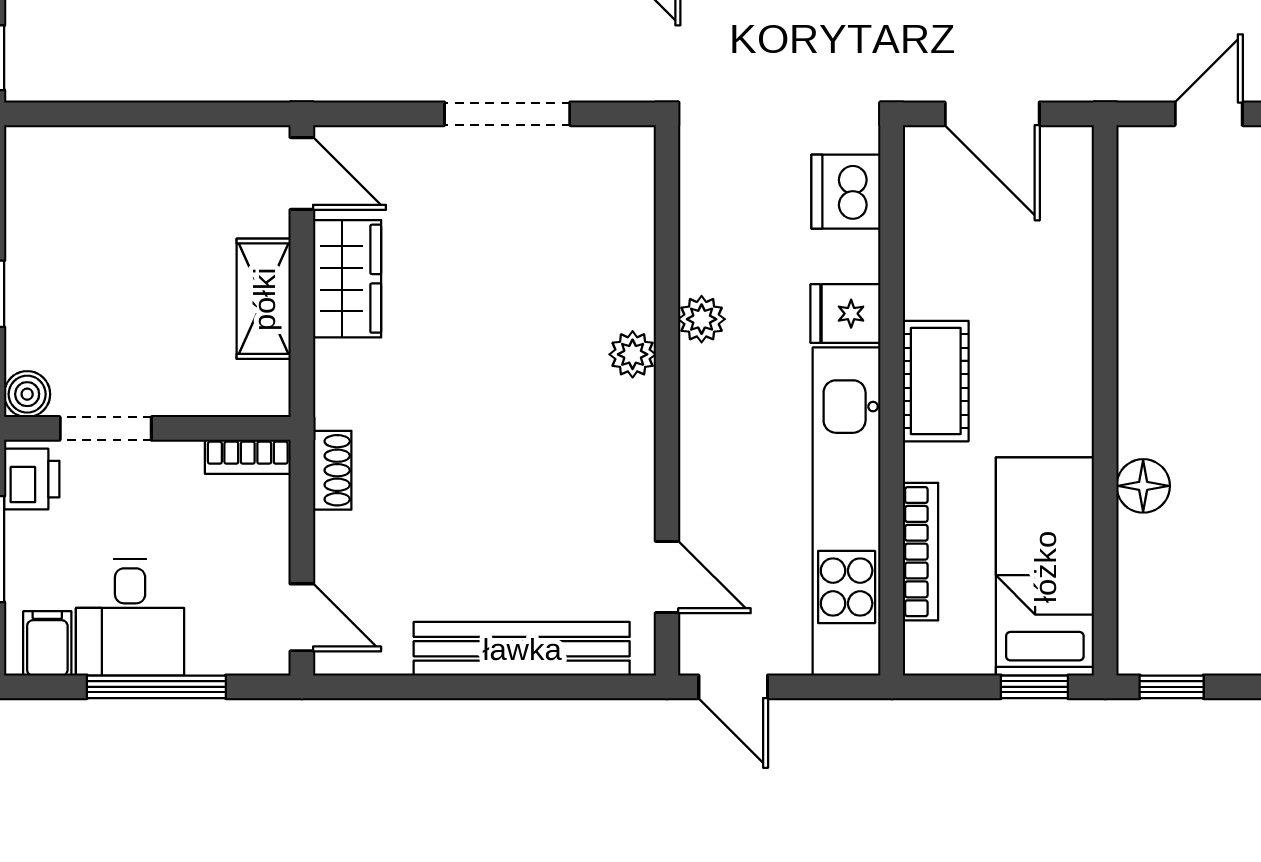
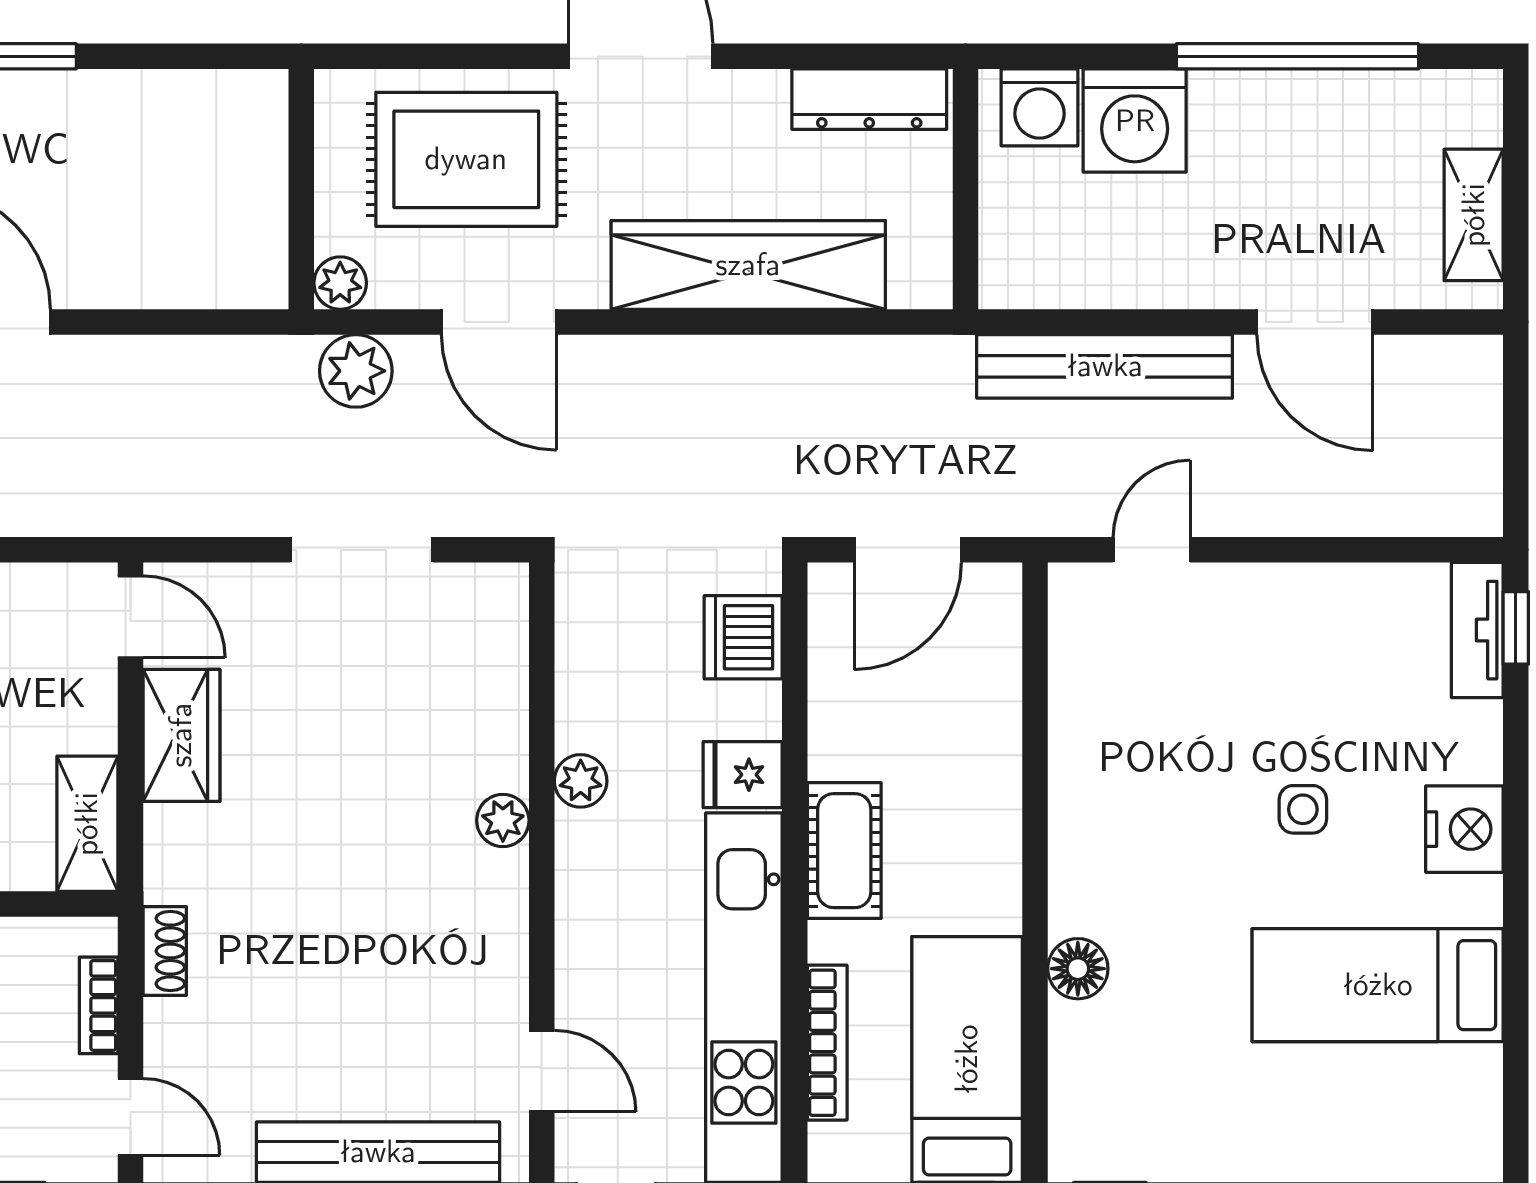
door: (992, 114) -> (908, 550), hinge flipped
shelving: (264, 299) -> (87, 824), moved
bookcase: (248, 457) -> (99, 1005), moved, turned 90

